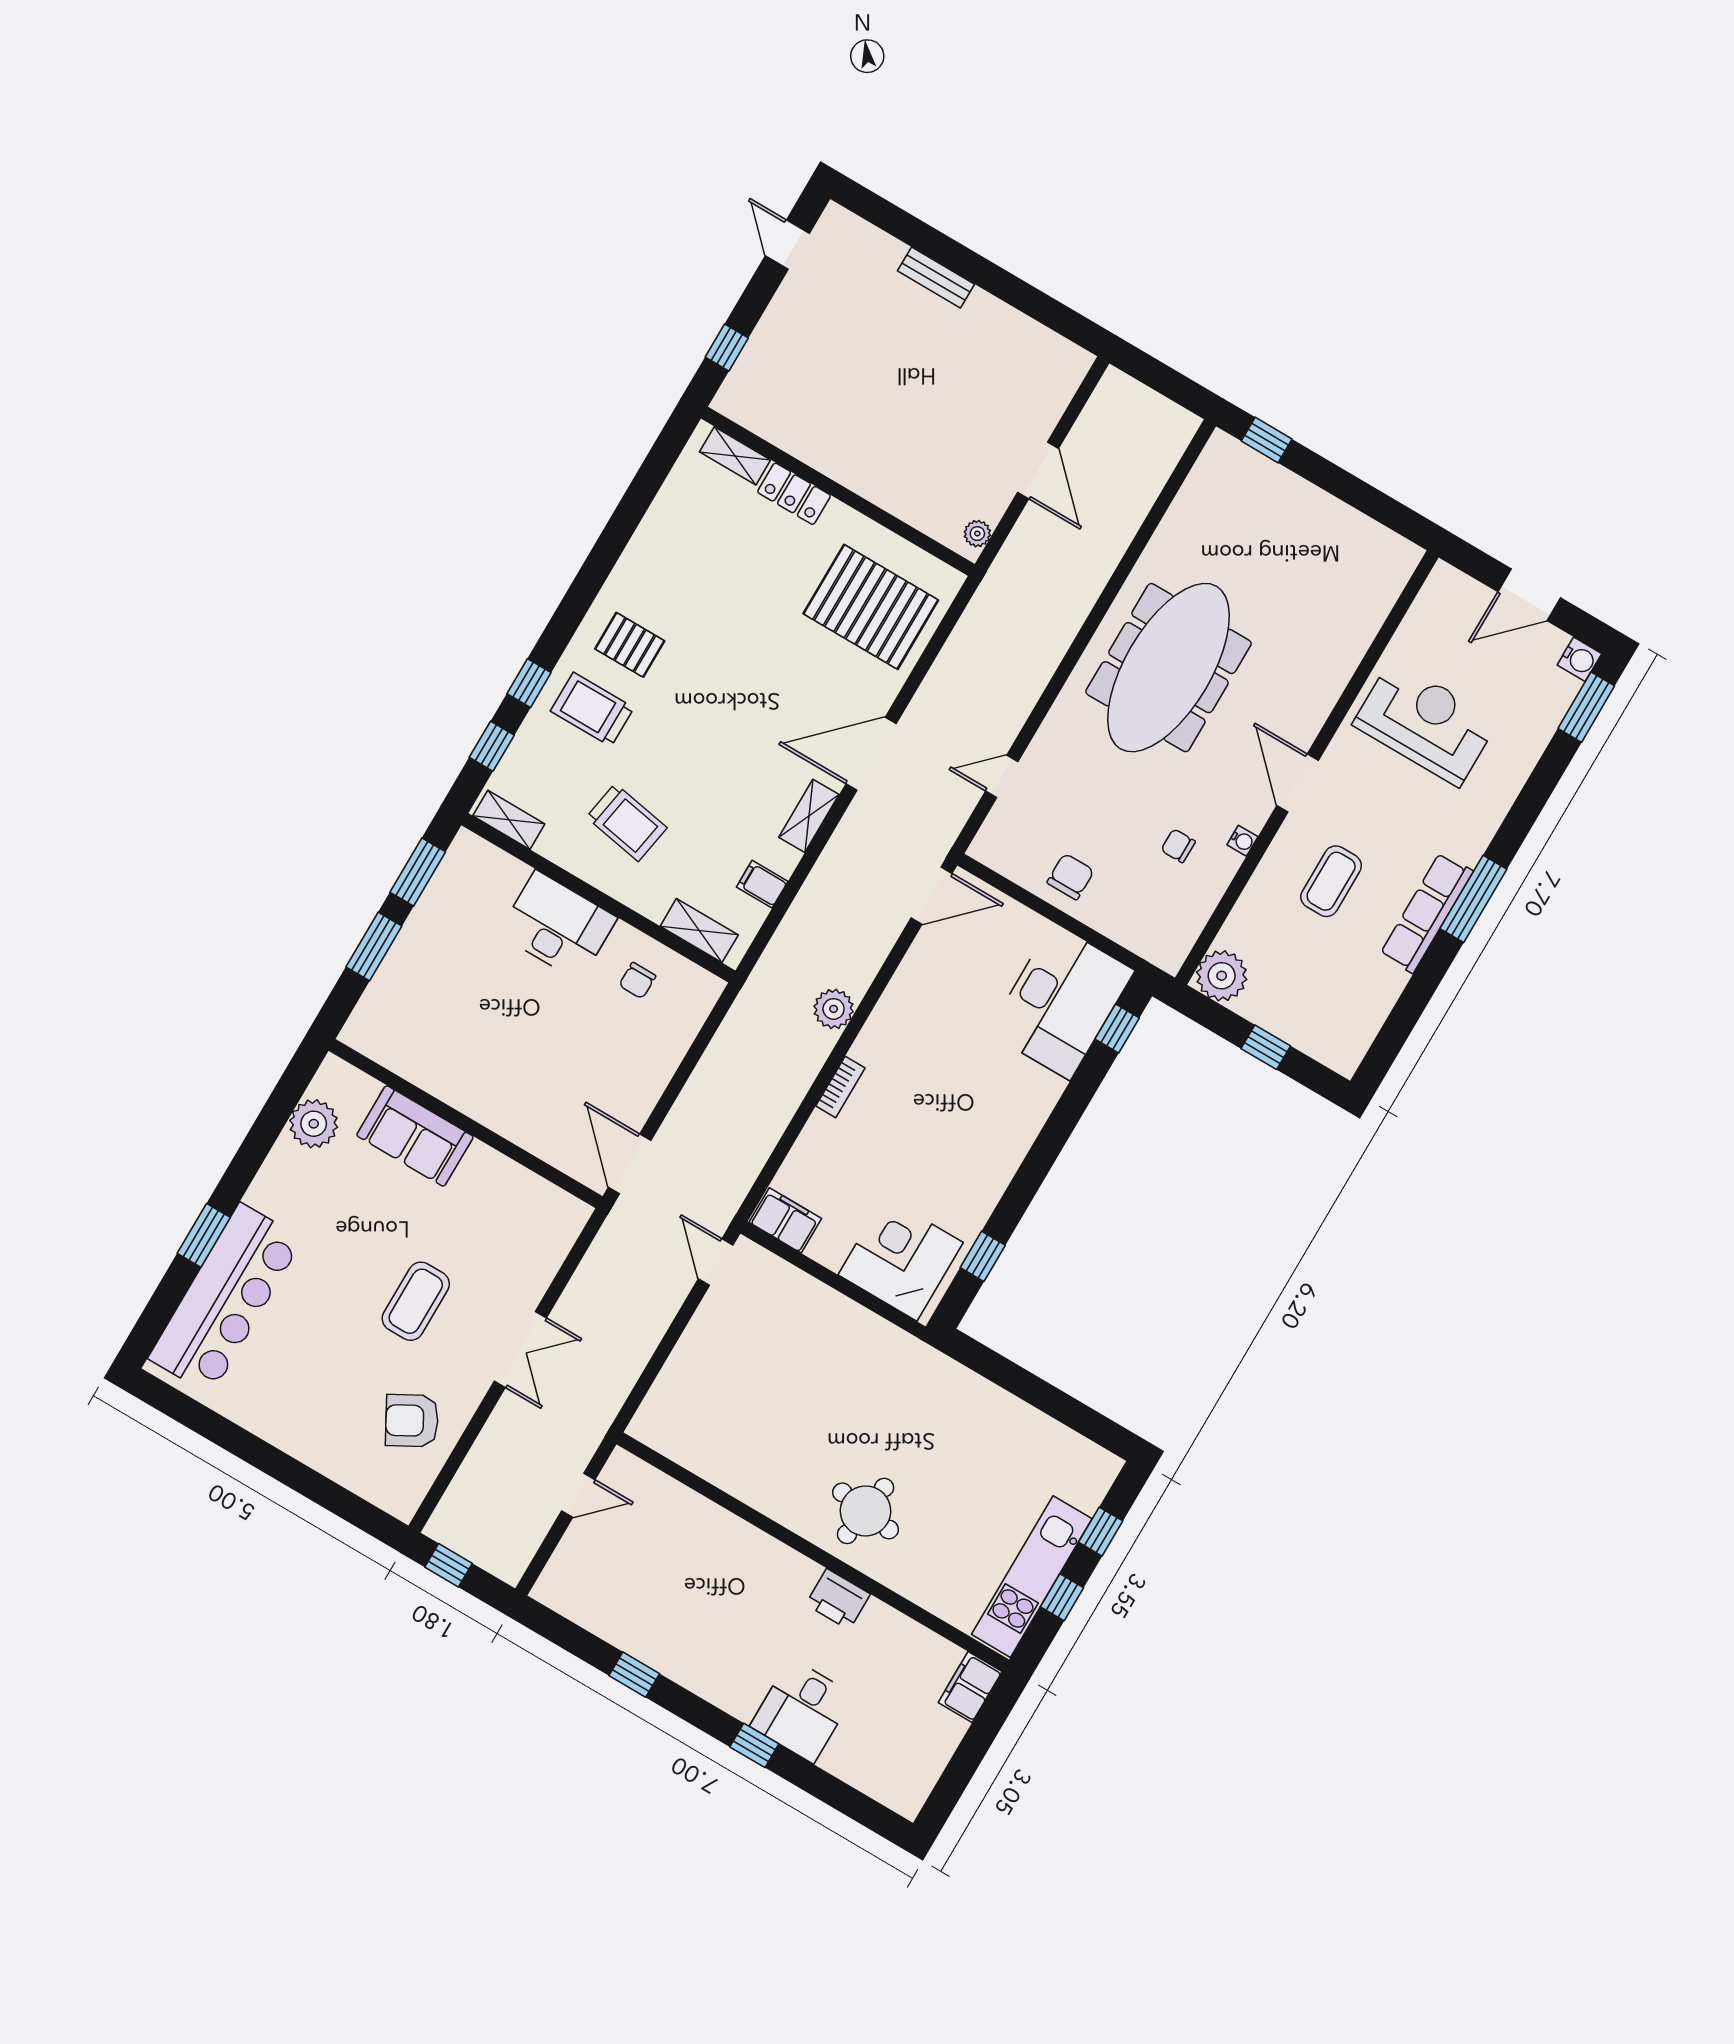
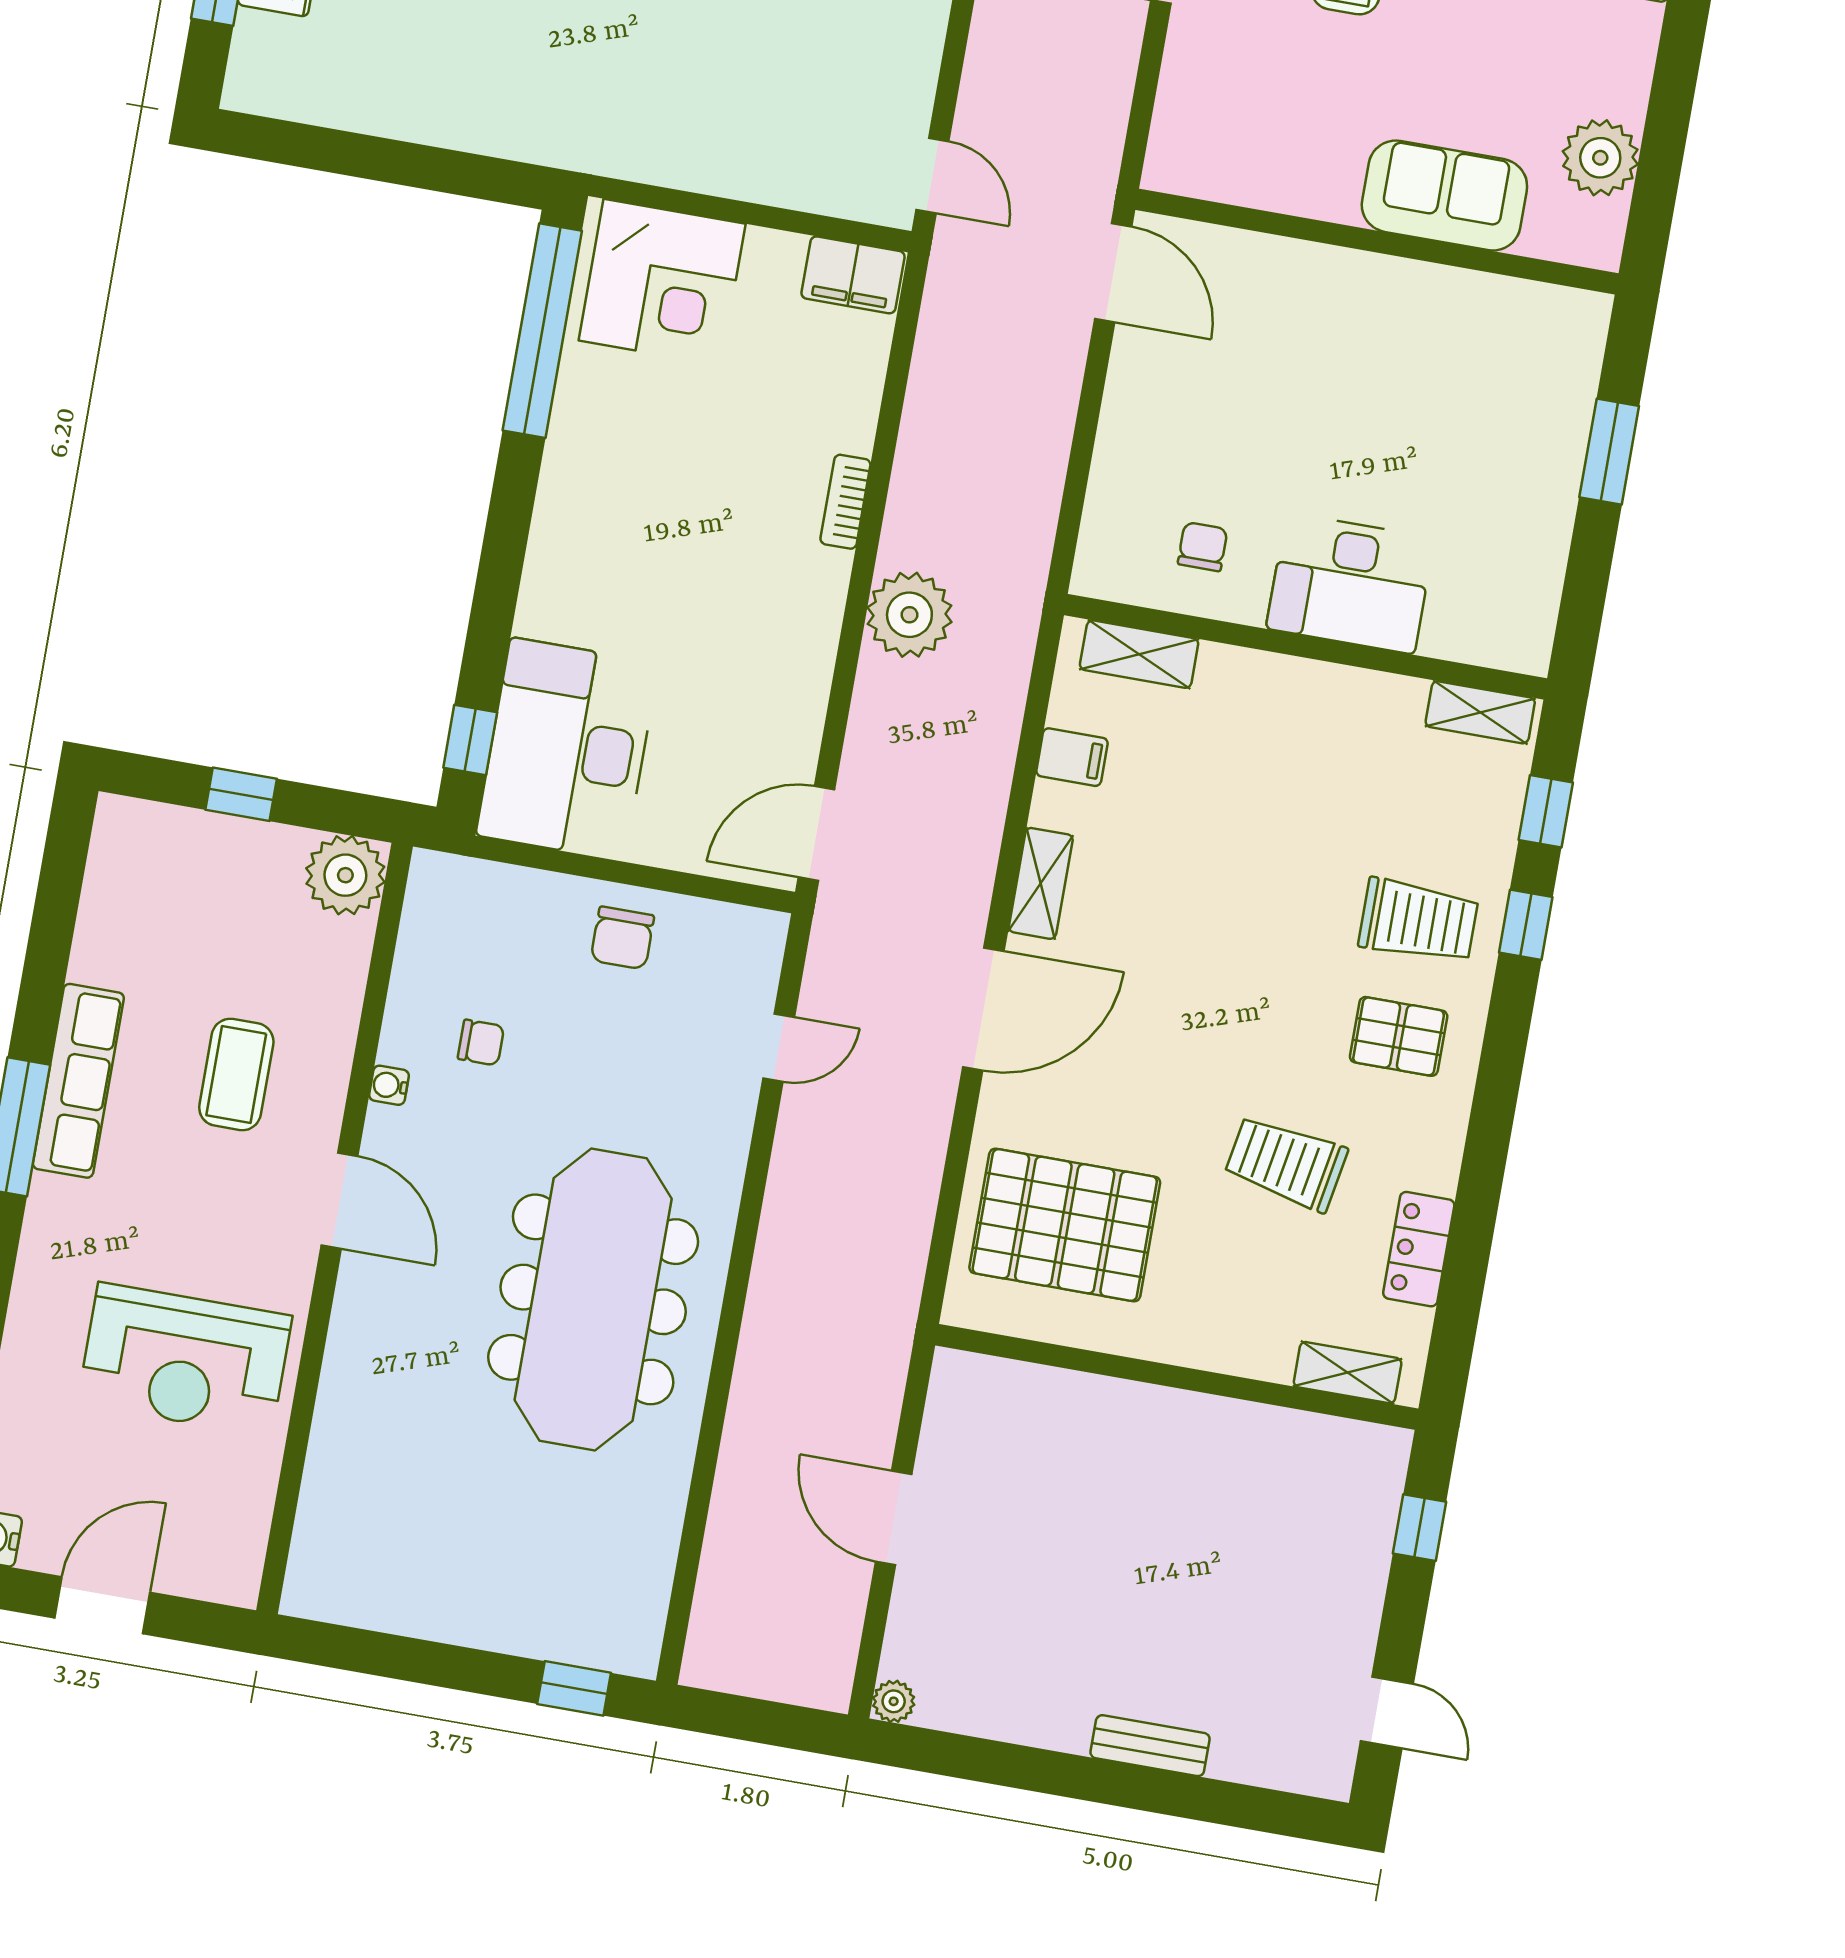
locker: (794, 494) -> (1419, 1249), moved, turned -90
plant: (977, 534) -> (894, 1701), moved
trolley: (627, 822) -> (1286, 1163), moved
window: (418, 872) -> (1586, 585), removed
plant: (834, 1009) -> (909, 615), width x1.36, depth x1.36
window: (983, 1256) -> (542, 331), width x3.17

